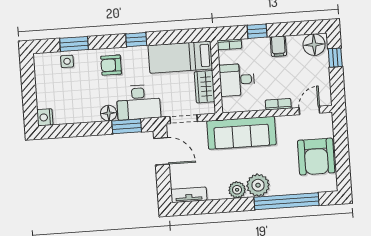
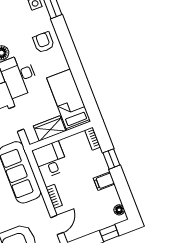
window: (136, 40) -> (72, 57), removed
floor lamp: (314, 45) -> (119, 210), width x0.53, depth x0.53
desk: (237, 80) -> (50, 160), moved
door: (309, 110) -> (57, 225), hinge flipped

